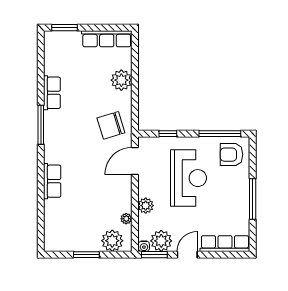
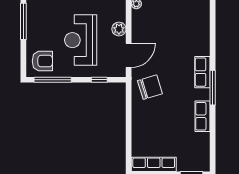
plant: (121, 80) -> (141, 128), removed
row of seats: (52, 181) -> (202, 72), moved
plant: (146, 206) -> (119, 29), moved

